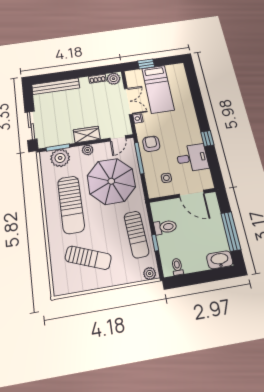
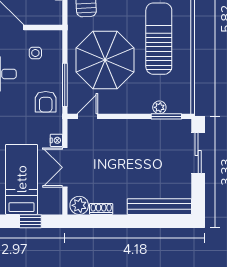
wardrobe: (87, 135) -> (127, 128), removed
plant: (88, 150) -> (129, 107), removed
plant: (60, 158) -> (159, 107), width x0.53, depth x0.53

